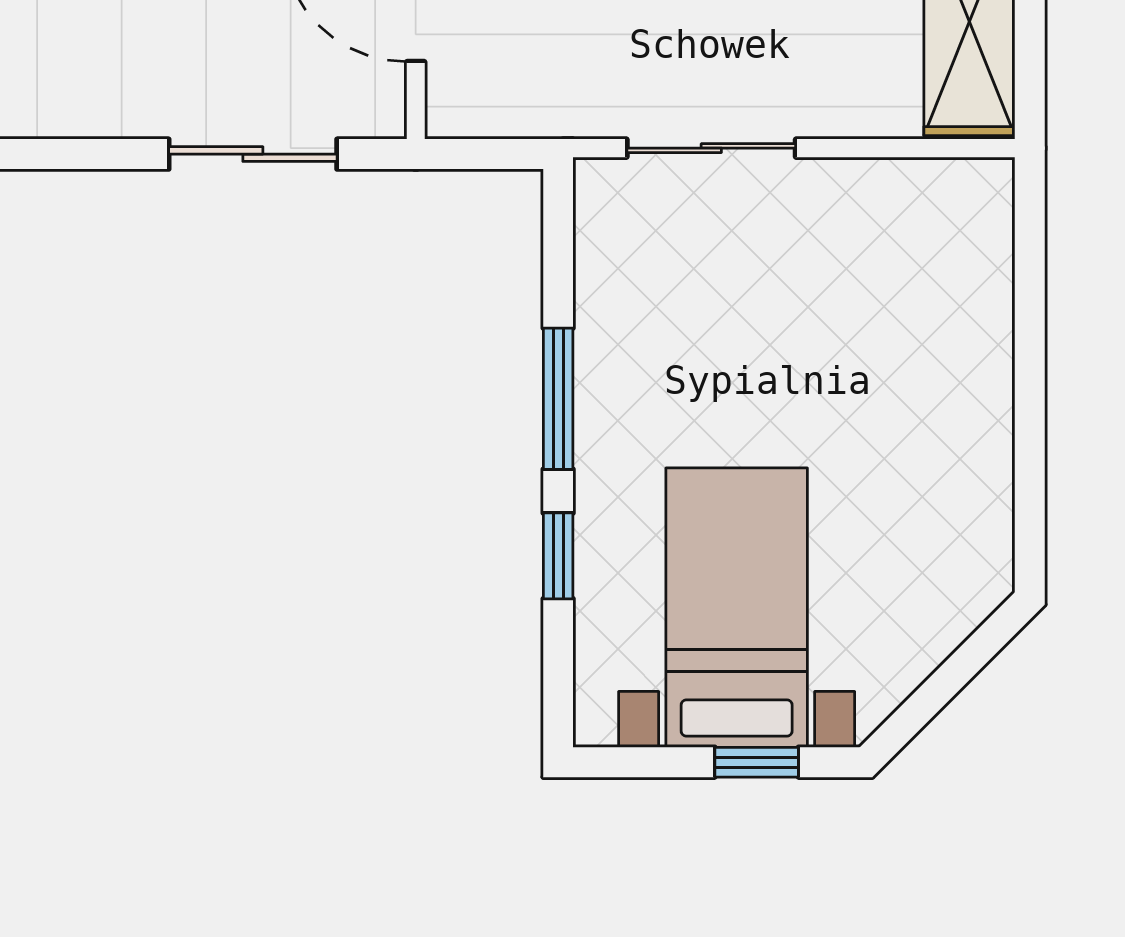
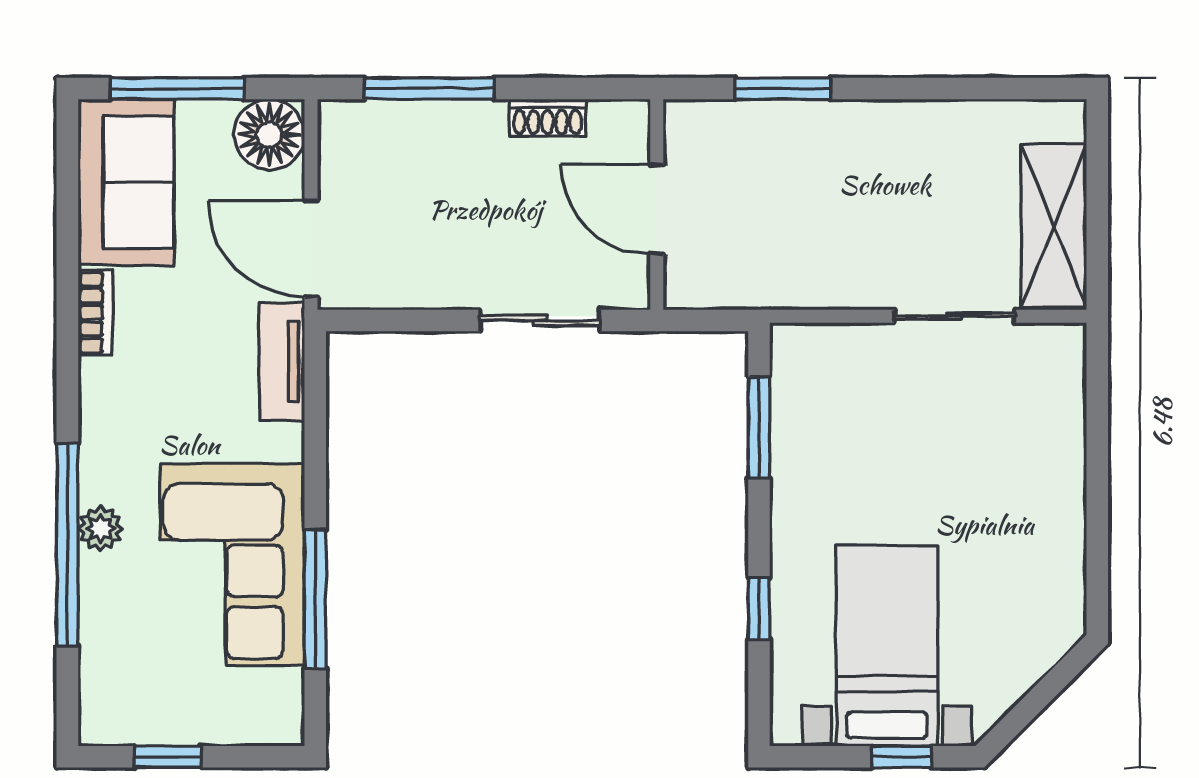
sliding door: (711, 148) -> (954, 316), moved
window: (558, 399) -> (759, 427), moved

